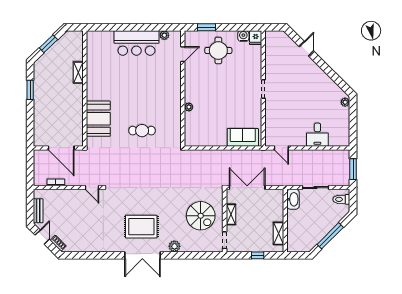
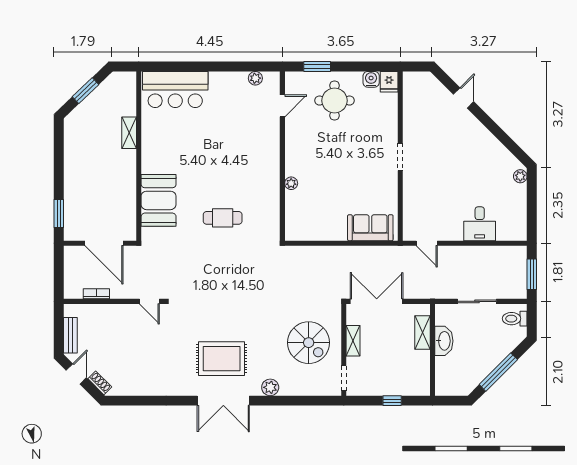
bar counter: (136, 43) -> (175, 89), moved
window: (30, 90) -> (59, 213), moved
washbasin: (293, 199) -> (444, 341), moved
shelving: (278, 234) -> (422, 332), moved

